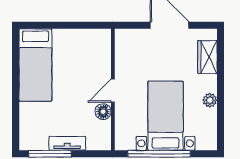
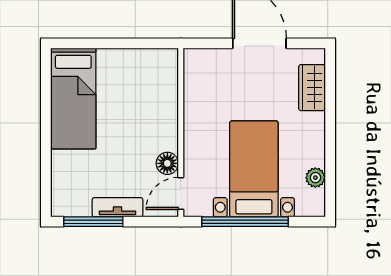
door: (113, 91) -> (181, 193), moved
plant: (210, 100) -> (315, 178), moved

